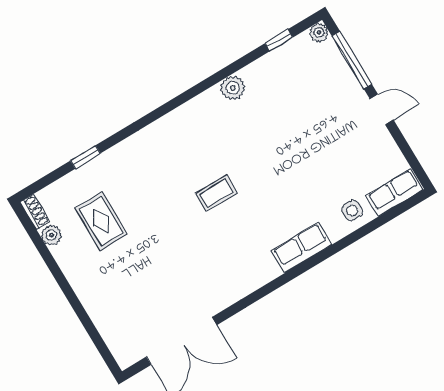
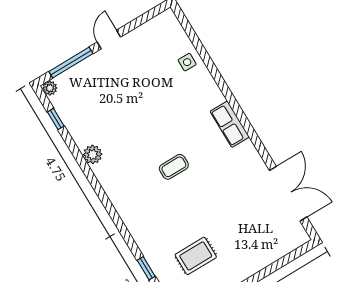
row of seats: (394, 192) -> (173, 30), removed
coffee table: (217, 193) -> (174, 167), turned 90
row of seats: (302, 247) -> (230, 124), moved

